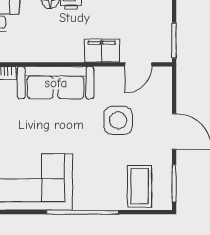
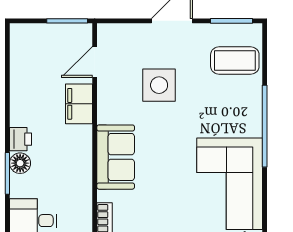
door: (138, 64) -> (95, 62), swing flipped
sofa: (56, 83) -> (116, 157), width x0.73

